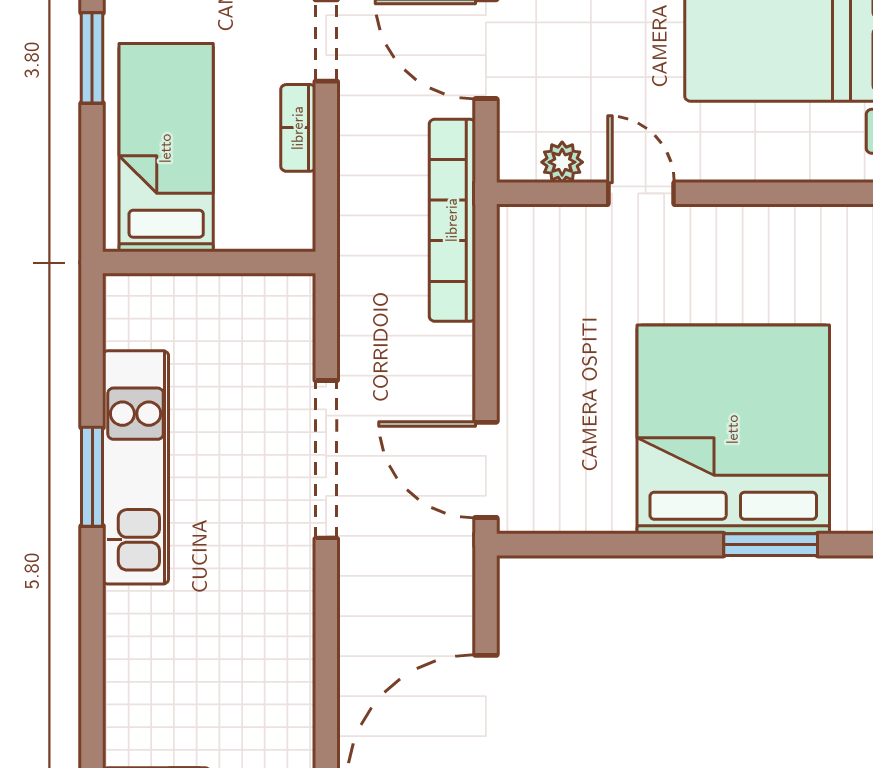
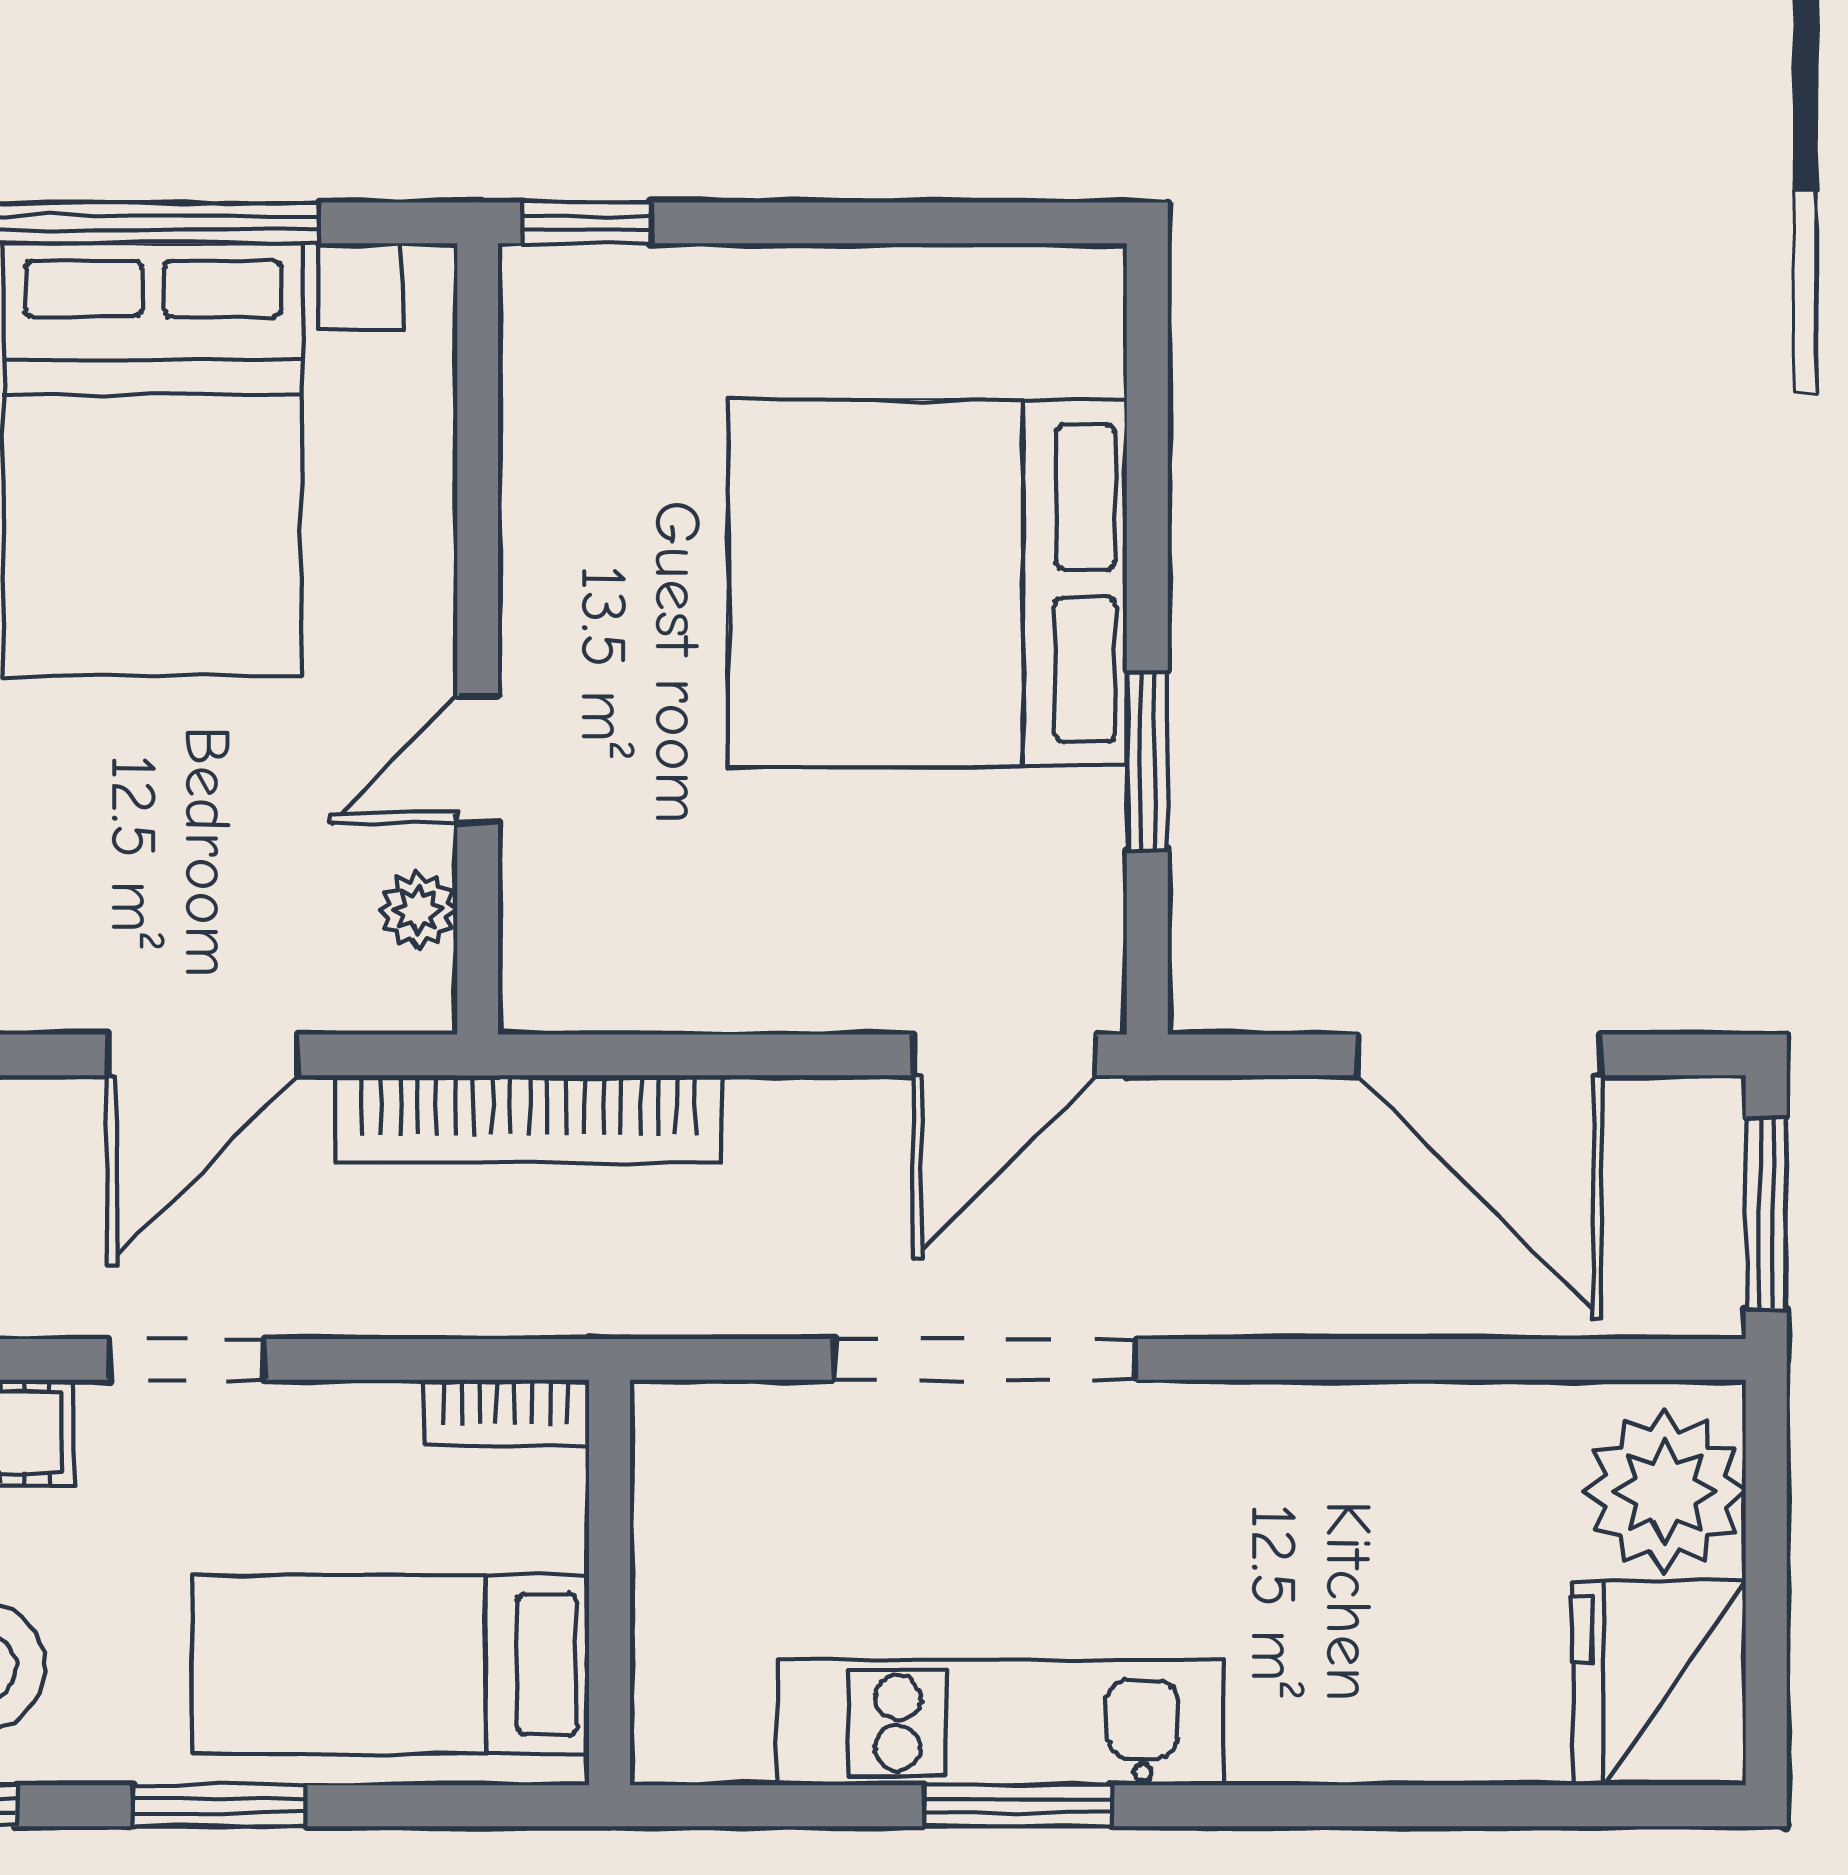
bookcase: (298, 128) -> (506, 1413), moved
window: (771, 545) -> (1147, 761), moved

